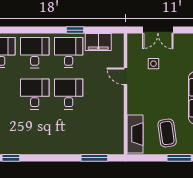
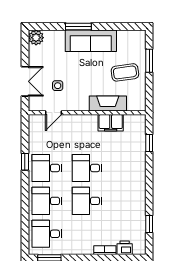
filing cabinet: (98, 42) -> (111, 123), moved, turned 90
door: (126, 76) -> (53, 113), moved
fireplace: (135, 134) -> (108, 103), moved
window: (94, 158) -> (149, 143), width x0.67

